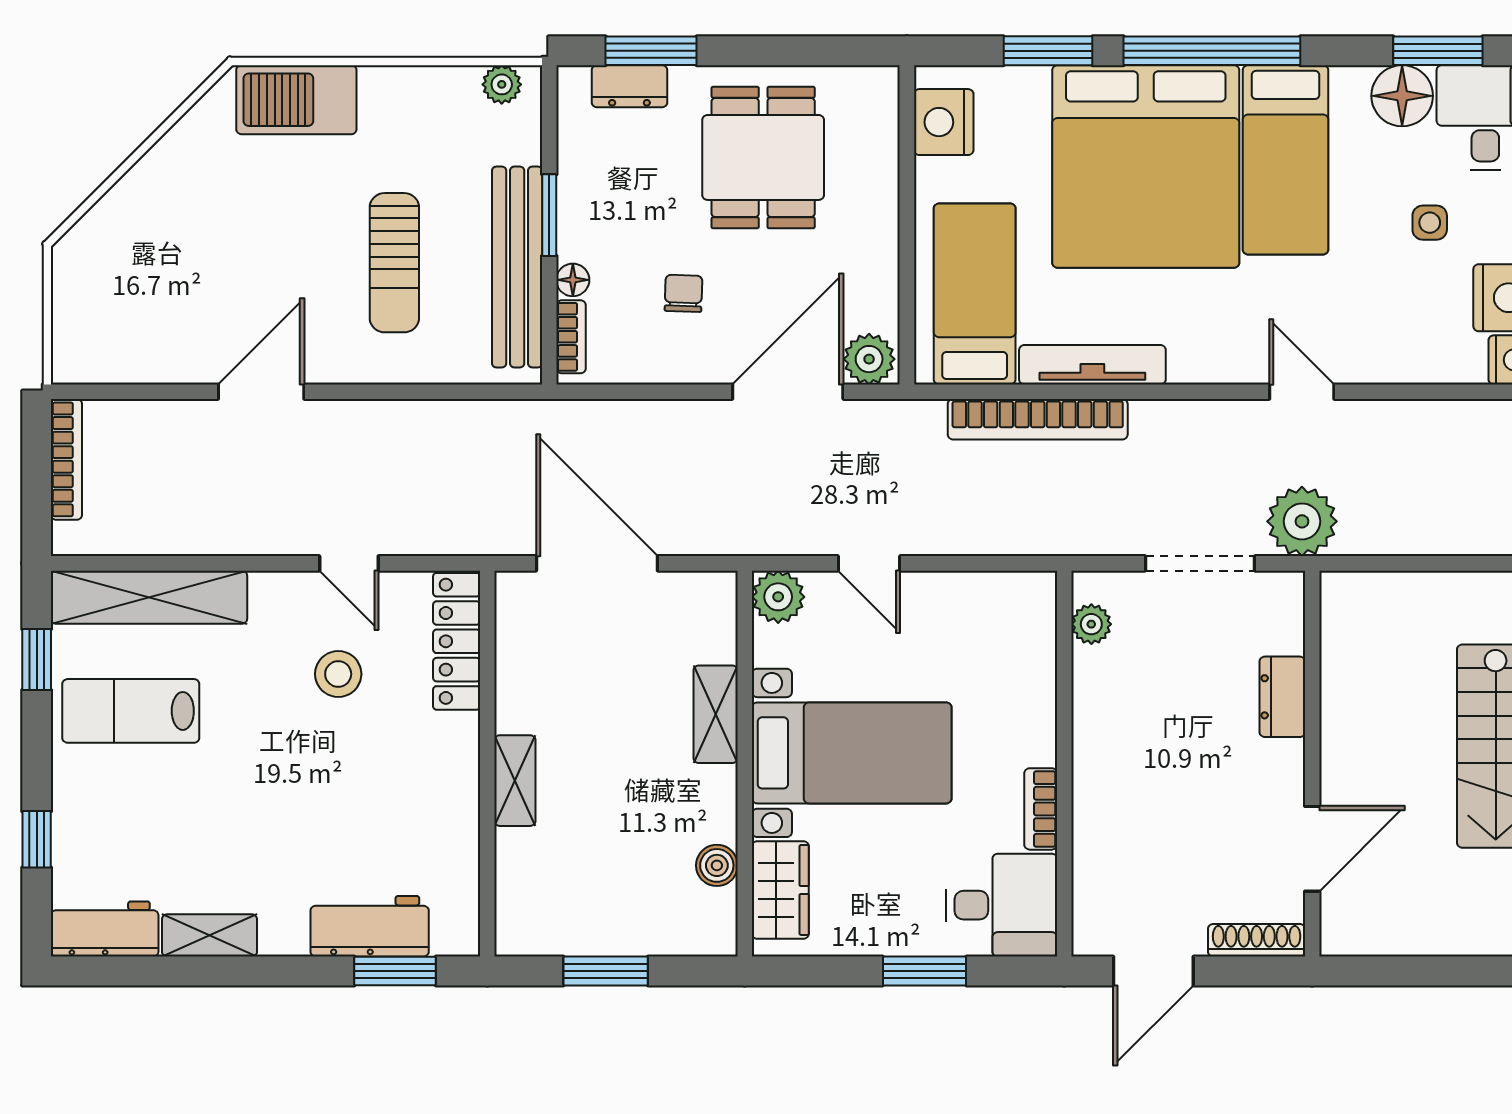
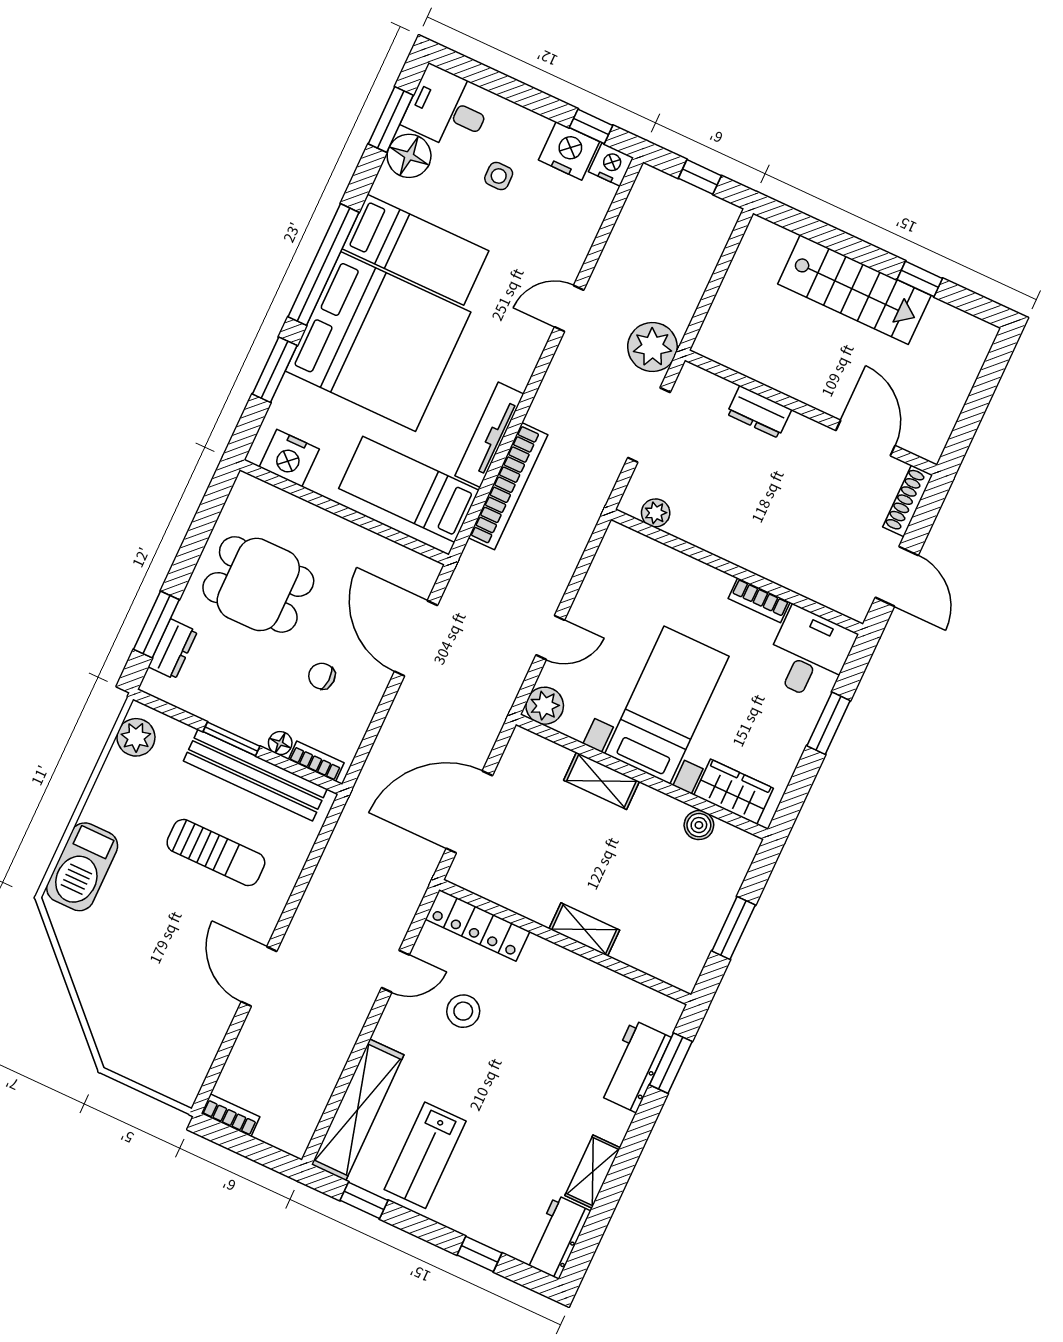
plant: (502, 84) -> (136, 737), width x1.38, depth x1.38
plant: (869, 359) -> (419, 577), removed
bookcase: (66, 459) -> (230, 1115), width x0.64

